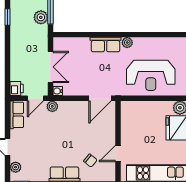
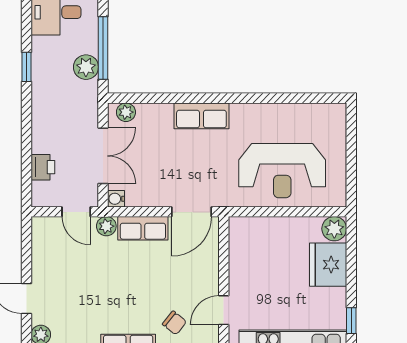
plant: (127, 43) -> (126, 112), moved
printer: (17, 89) -> (43, 167), moved
door: (35, 98) -> (76, 212), hinge flipped
row of seats: (17, 115) -> (143, 228), moved, turned 90

